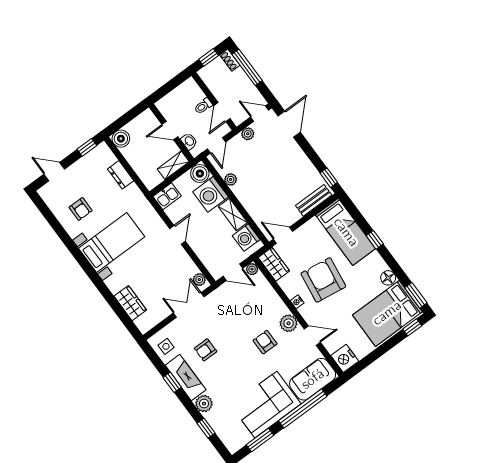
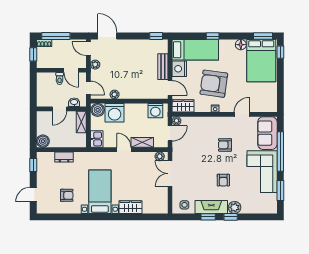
door: (260, 114) -> (88, 49), hinge flipped
bench: (314, 200) -> (163, 67), moved
shelving: (233, 215) -> (142, 142), moved
door: (283, 235) -> (170, 88), swing flipped
wardrobe: (130, 303) -> (131, 207), moved
plant: (289, 323) -> (224, 123), removed
armchair: (206, 350) -> (223, 180), moved
nightstand: (345, 358) -> (179, 69), moved, turned 90
window: (206, 428) -> (231, 217), moved

